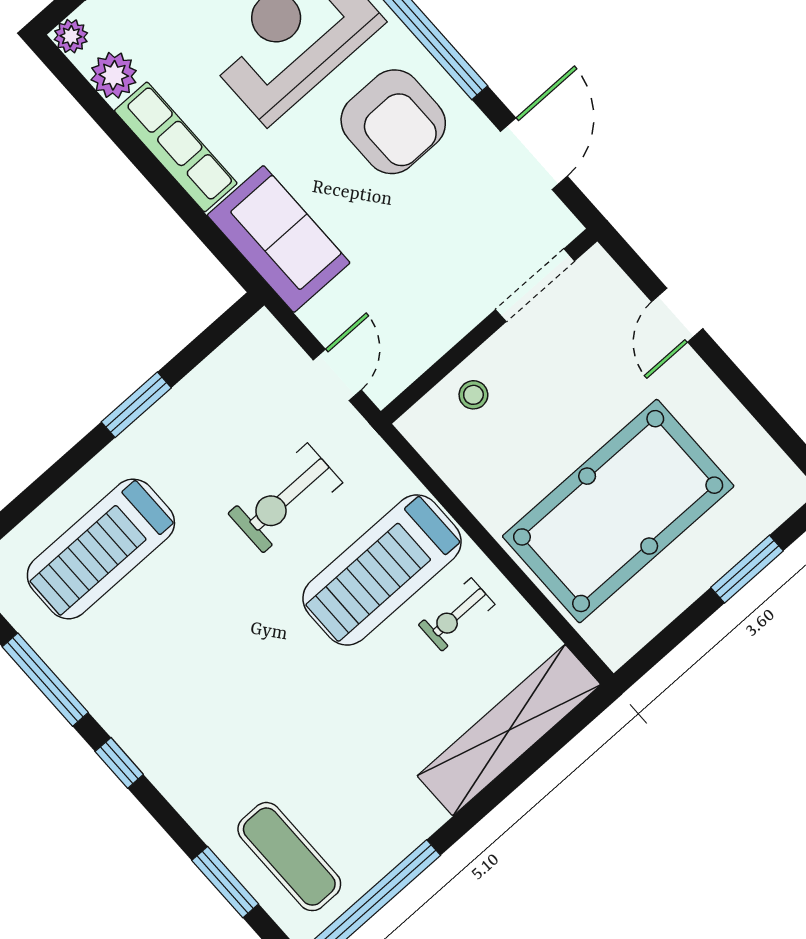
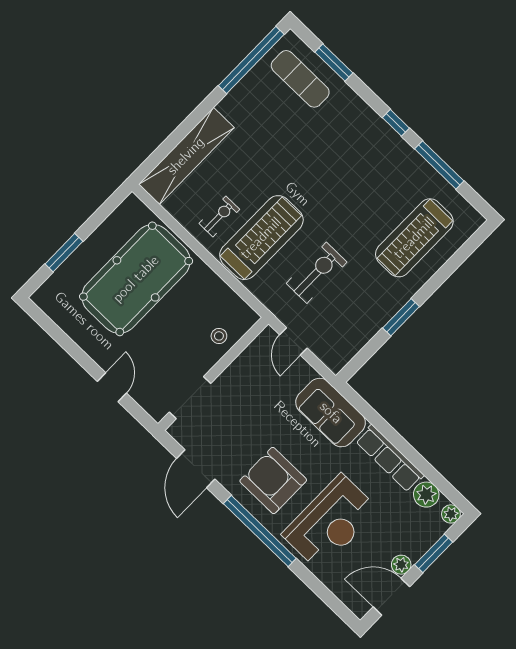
treadmill: (101, 549) -> (414, 238), turned 180

